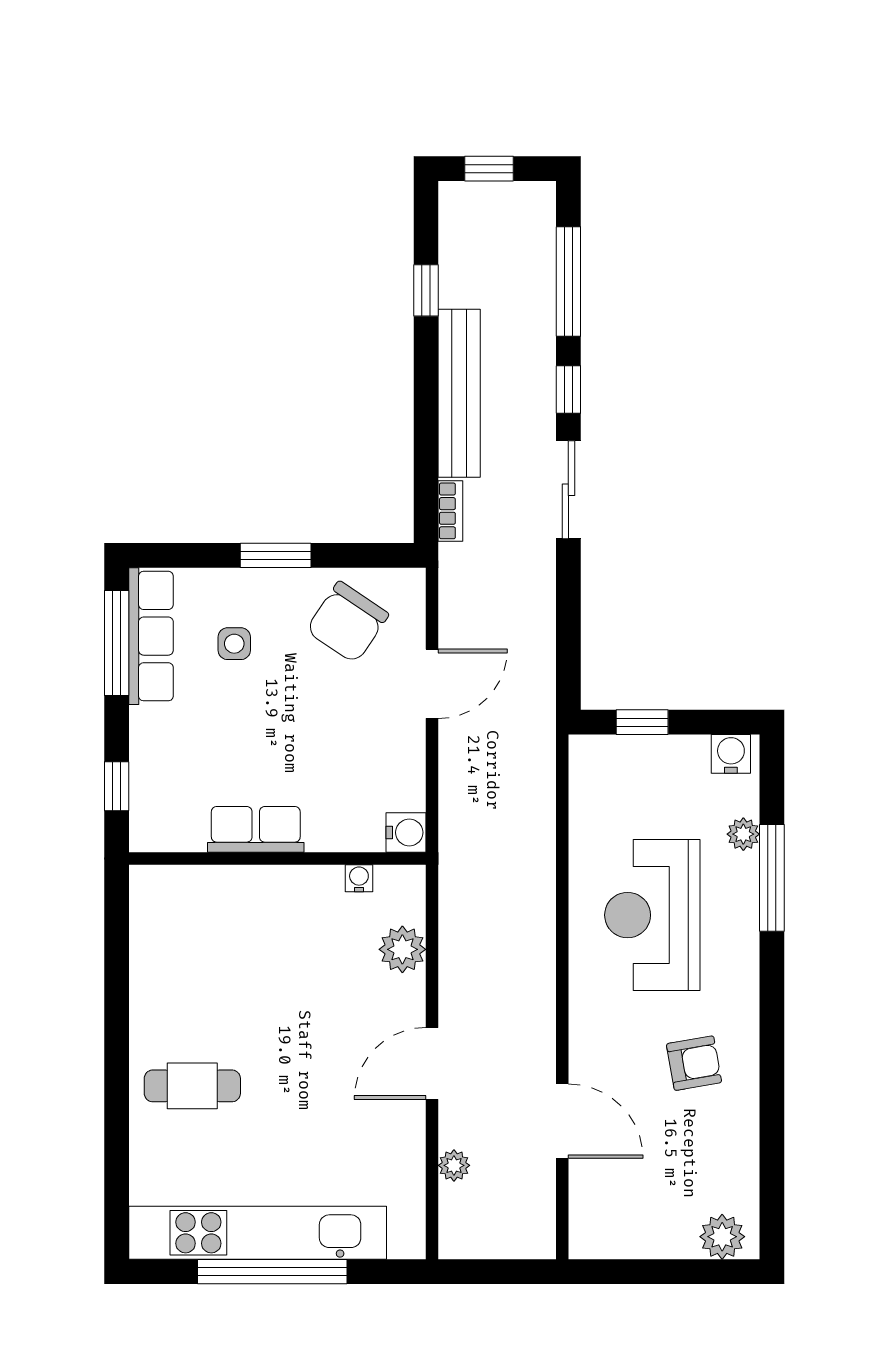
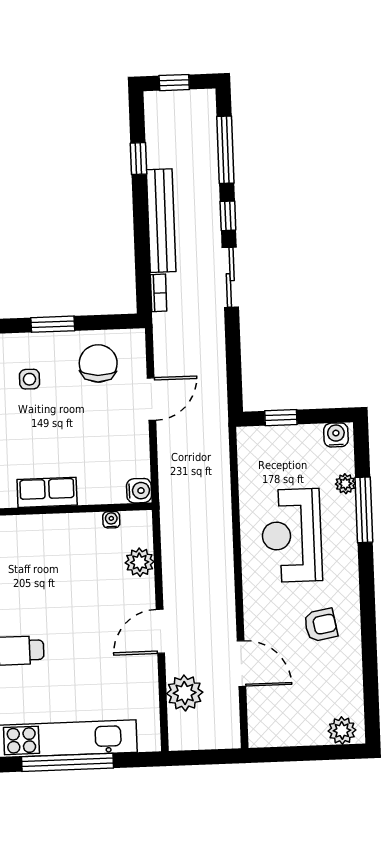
chair: (347, 622) -> (98, 363), turned 149
plant: (454, 1165) -> (185, 693), width x1.87, depth x1.87

